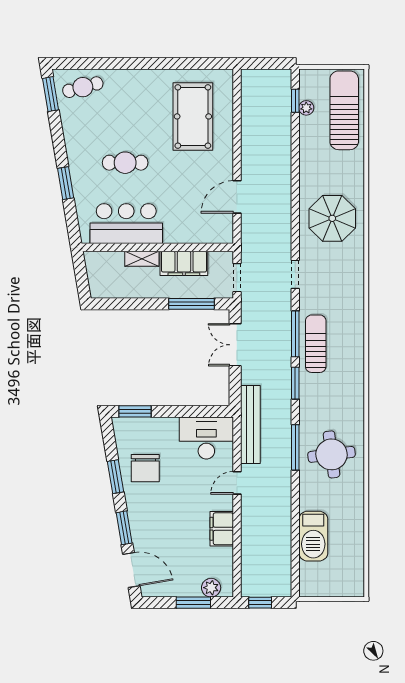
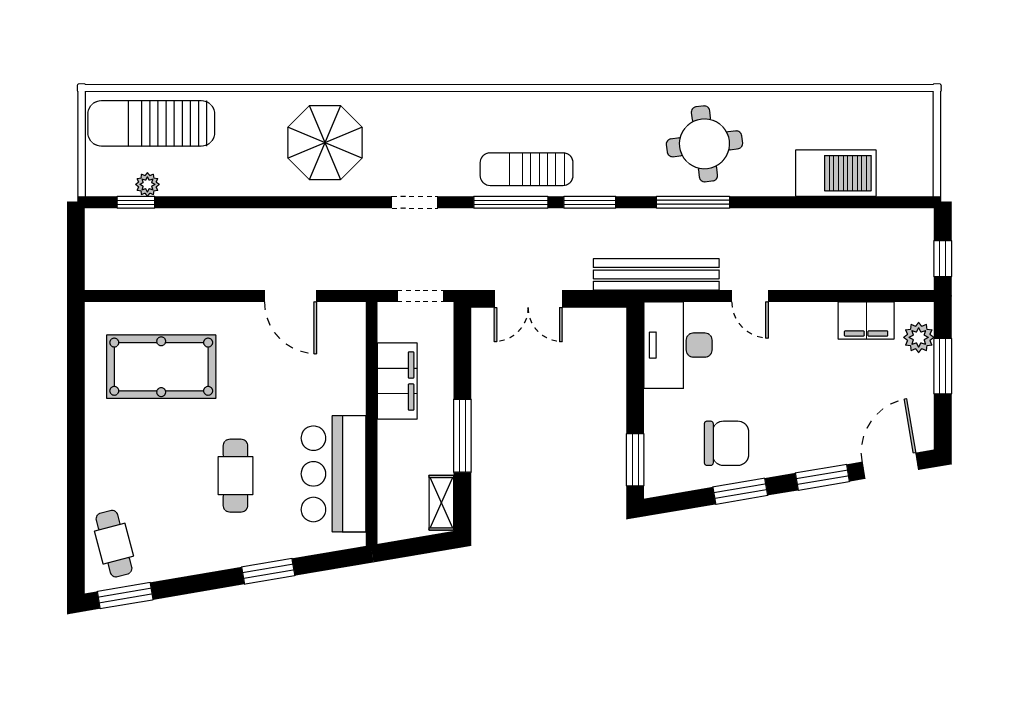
shelving: (142, 259) -> (441, 503), moved
window: (192, 304) -> (462, 436), moved
filing cabinet: (222, 529) -> (866, 320), moved

